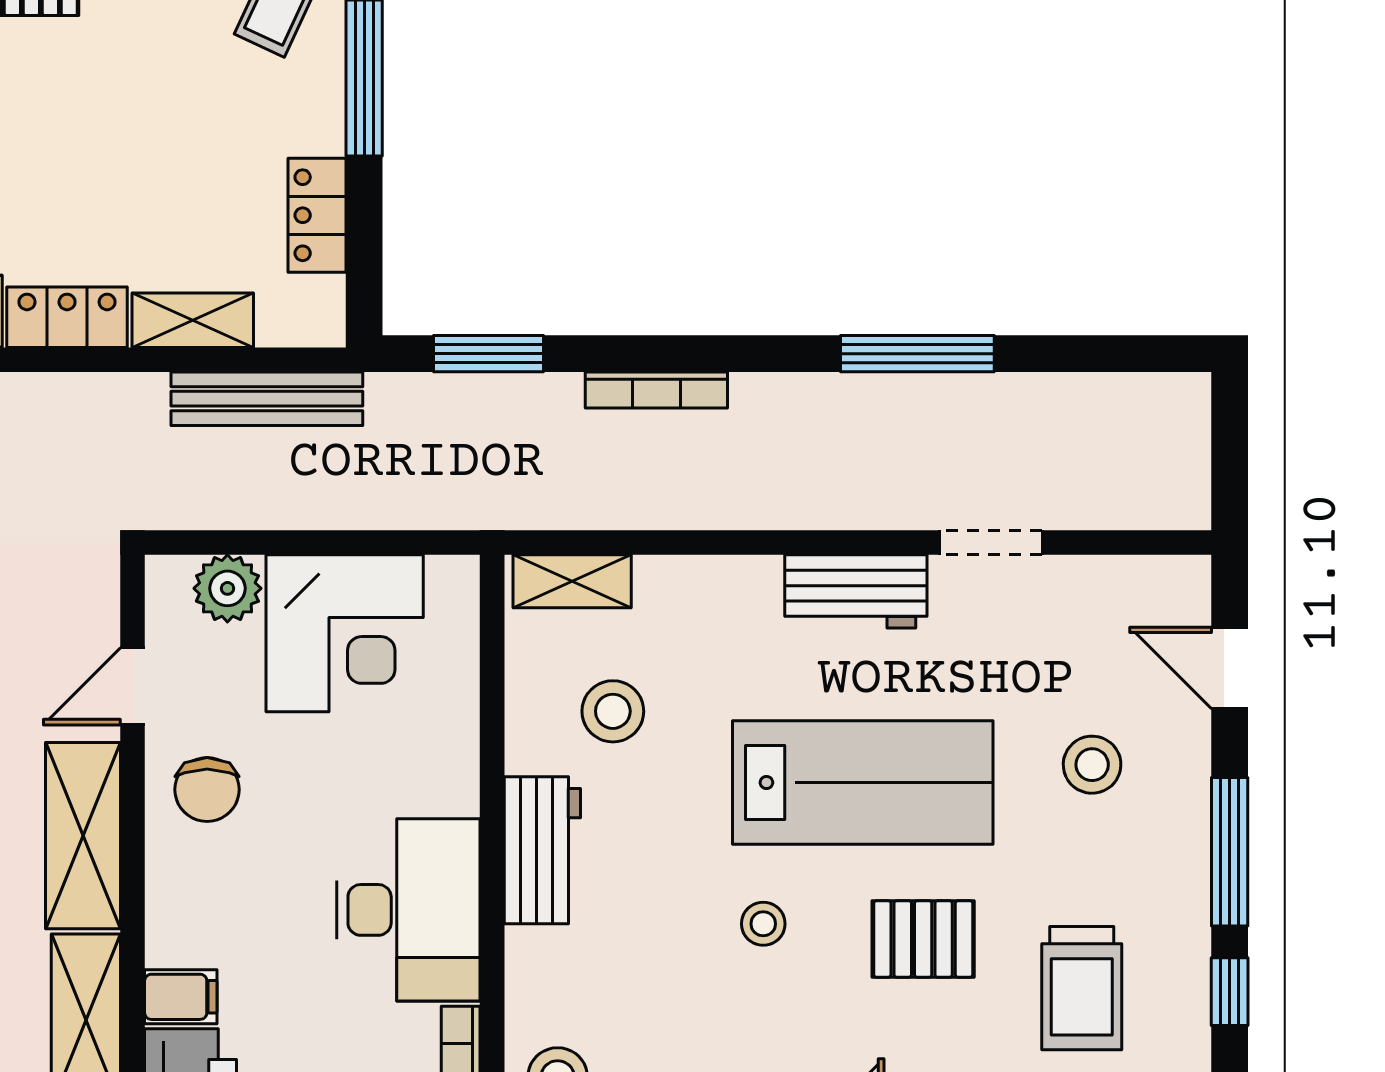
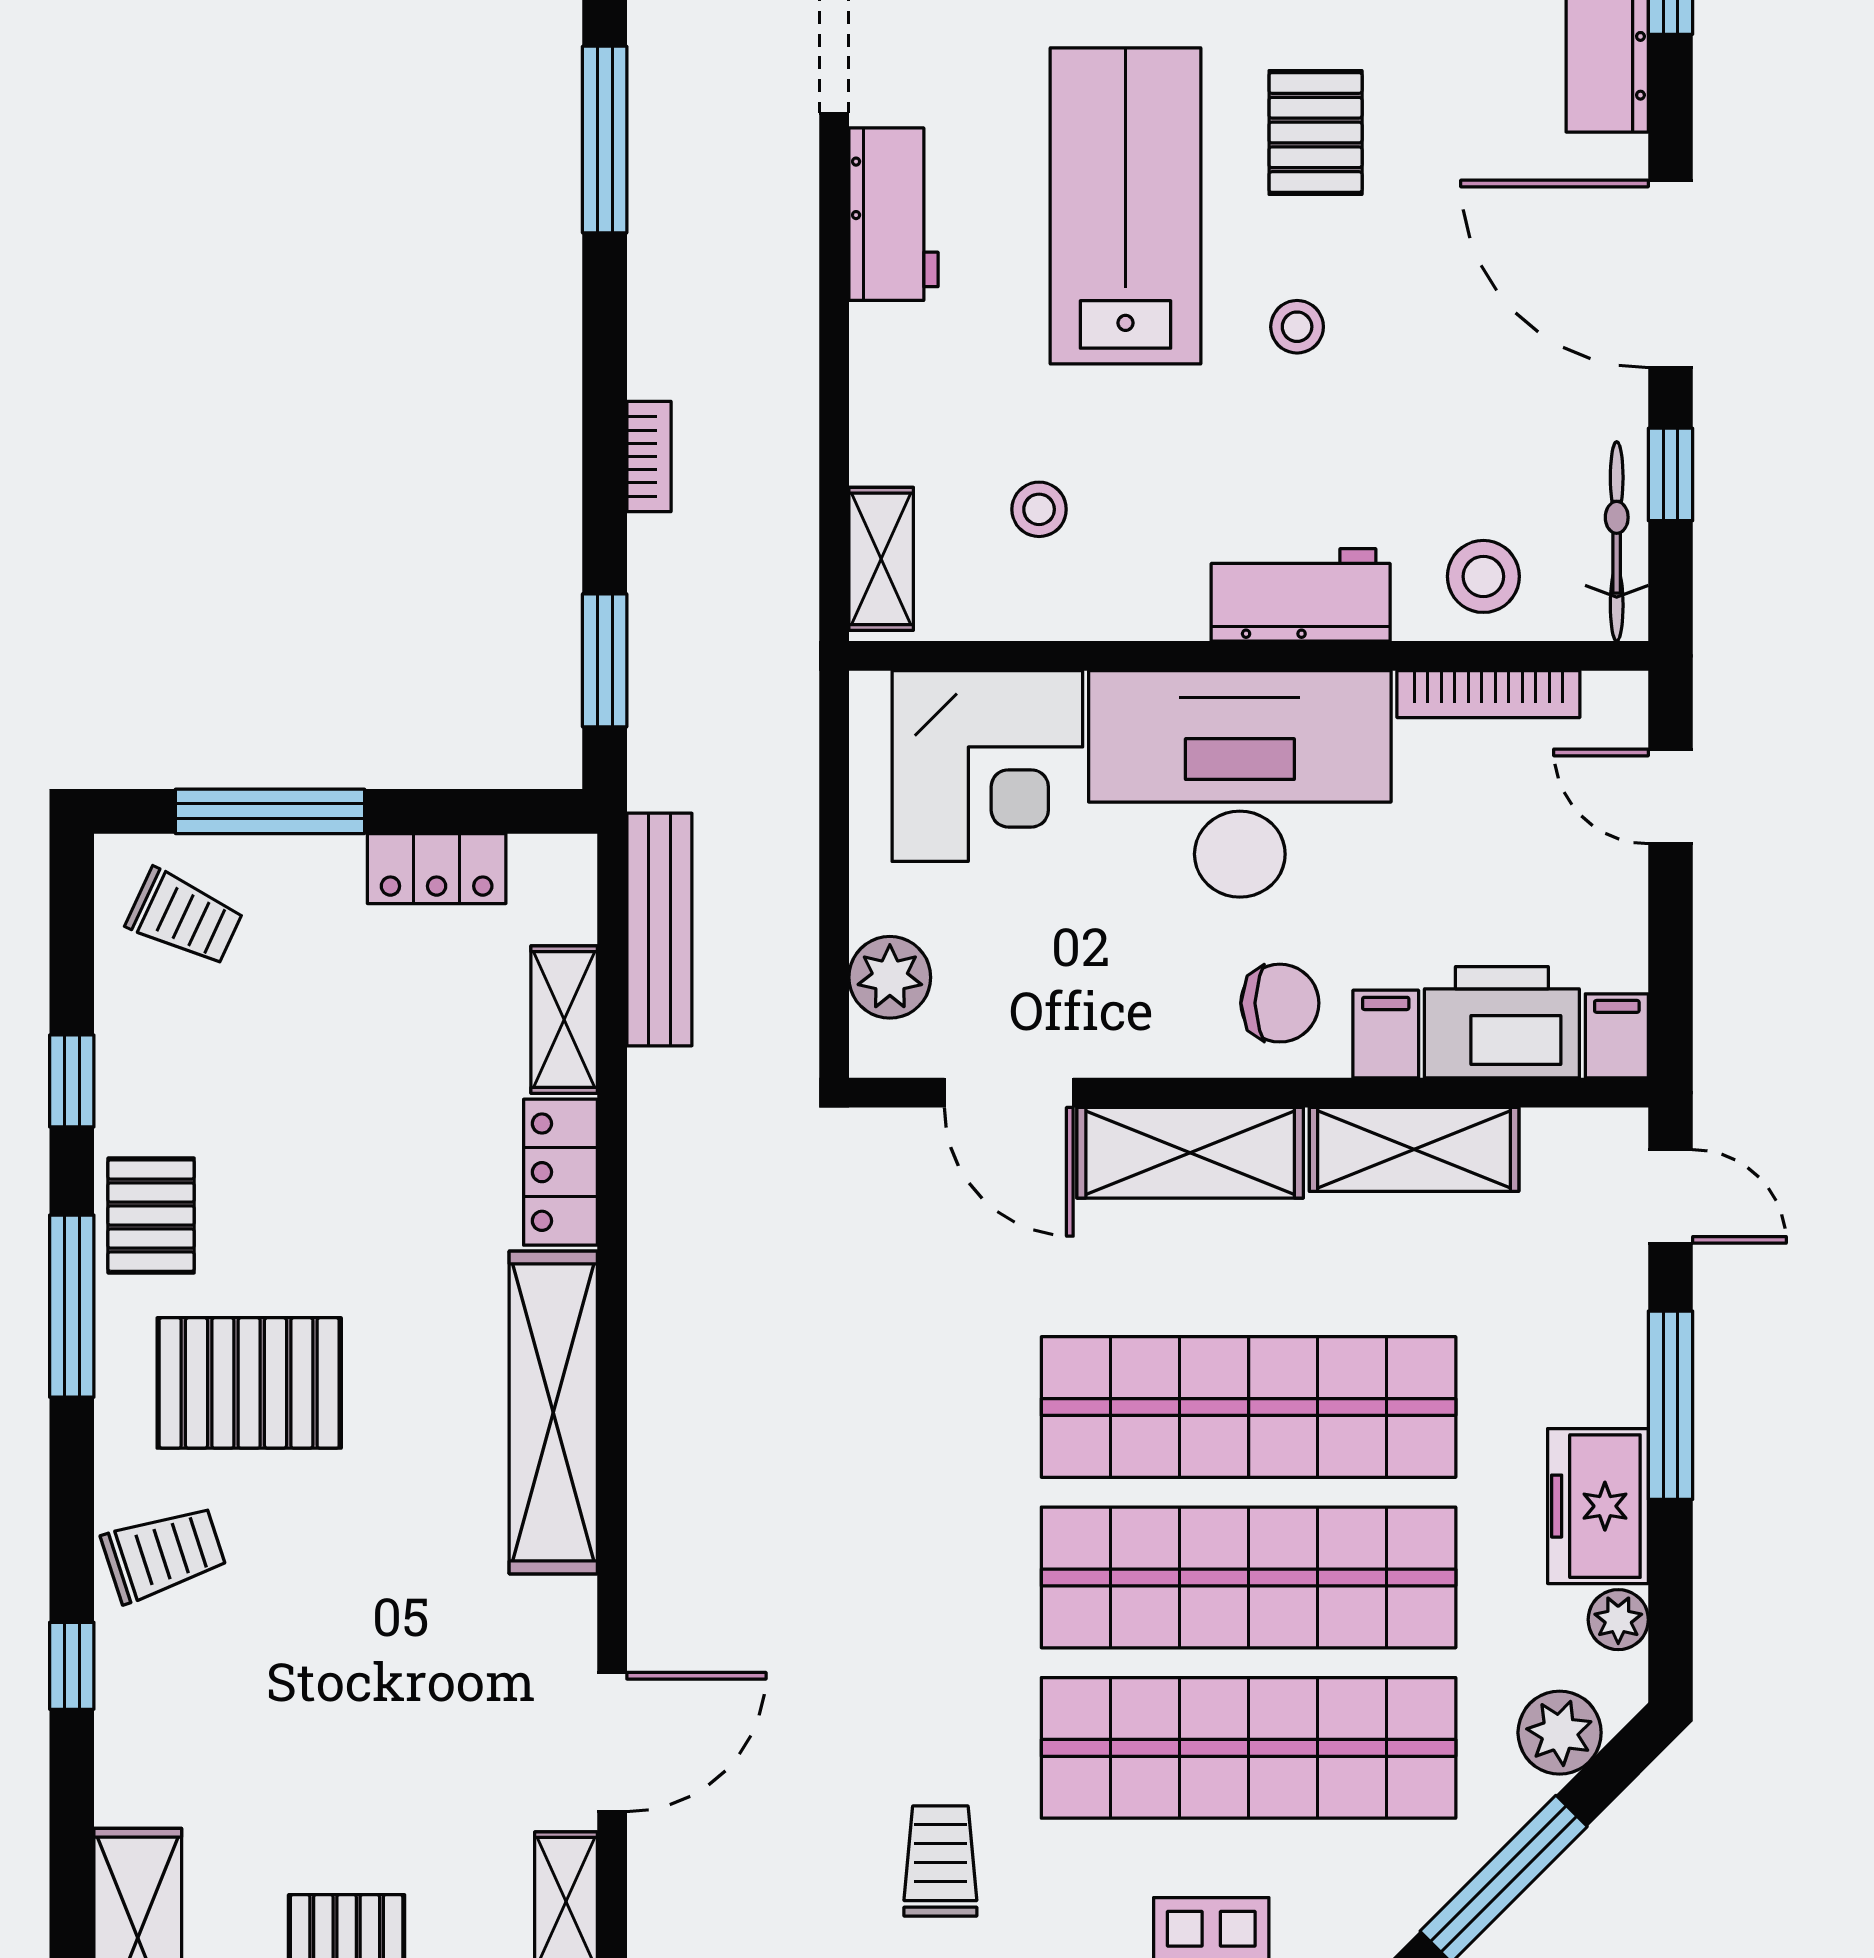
bookcase: (656, 390) -> (649, 456), width x0.64
corner desk: (345, 633) -> (987, 766), moved, turned 90
door: (133, 686) -> (1009, 1093), width x1.38
stool: (613, 711) -> (1039, 509), width x0.73, depth x0.73
chair: (207, 790) -> (1280, 1003), moved
workbench: (542, 850) -> (1301, 595), moved
desk: (408, 910) -> (1240, 784), width x1.36, depth x1.30

